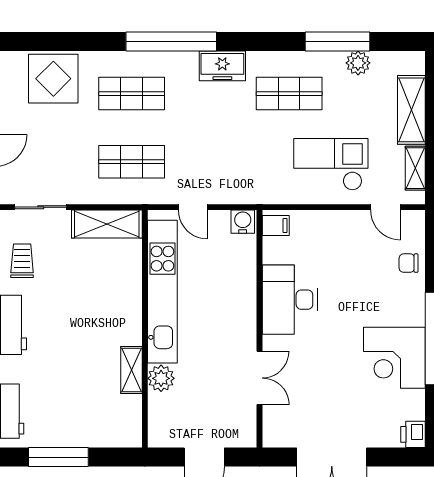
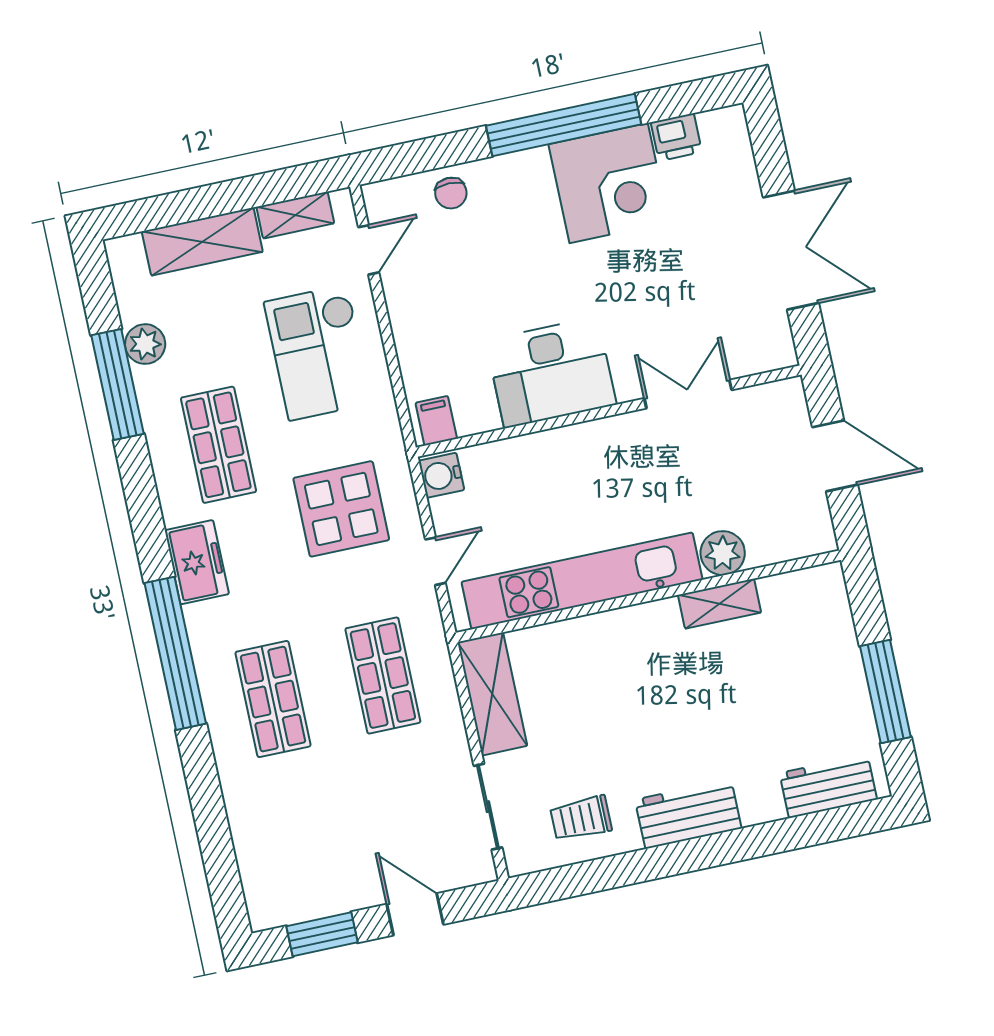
display table: (53, 79) -> (341, 509), moved
printer: (413, 434) -> (676, 137), moved

